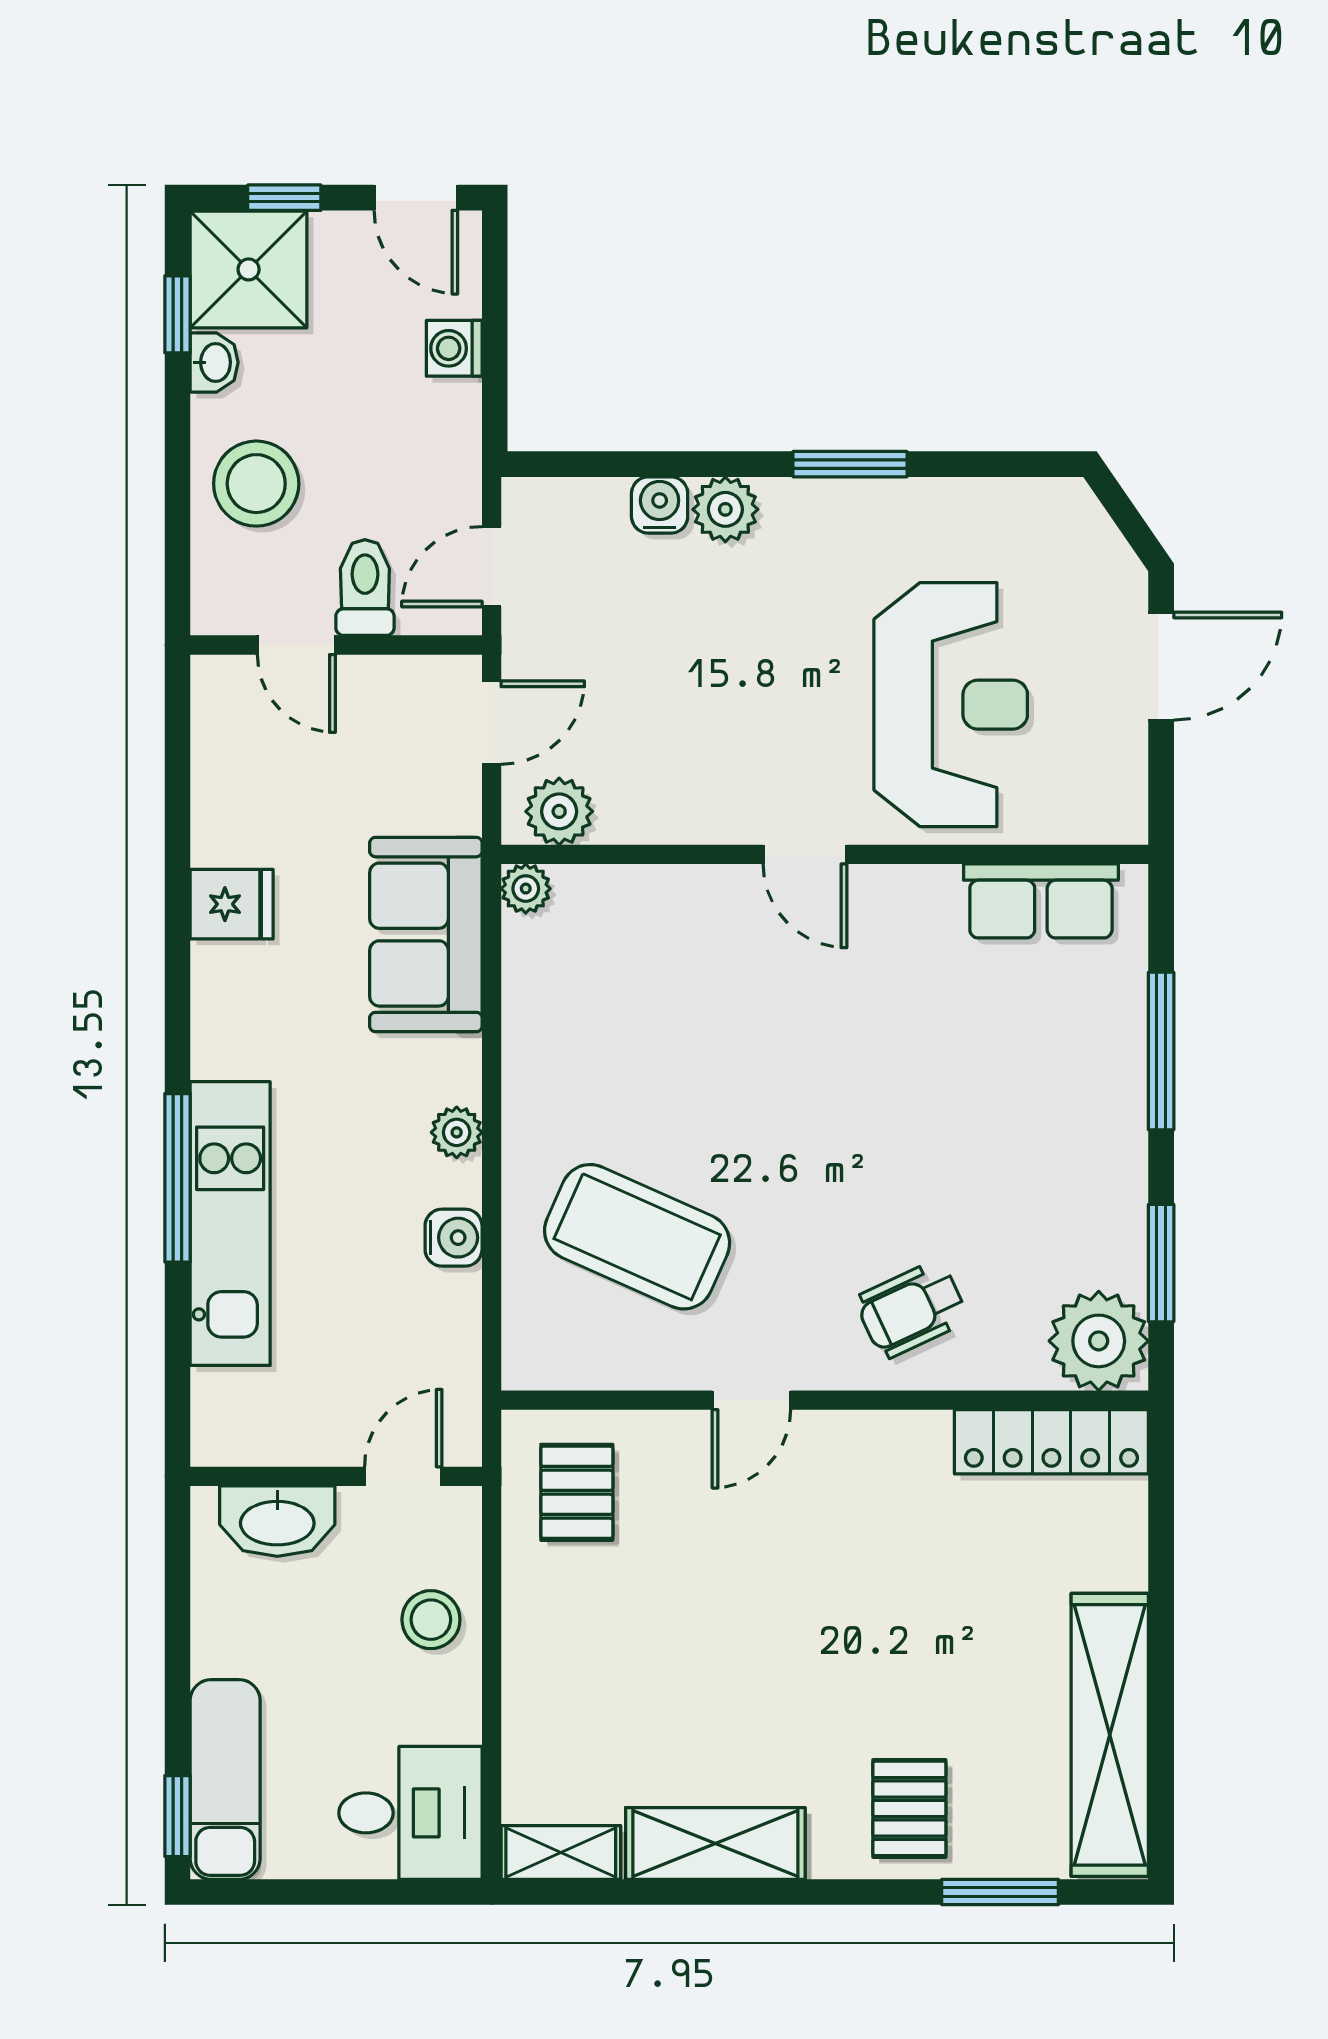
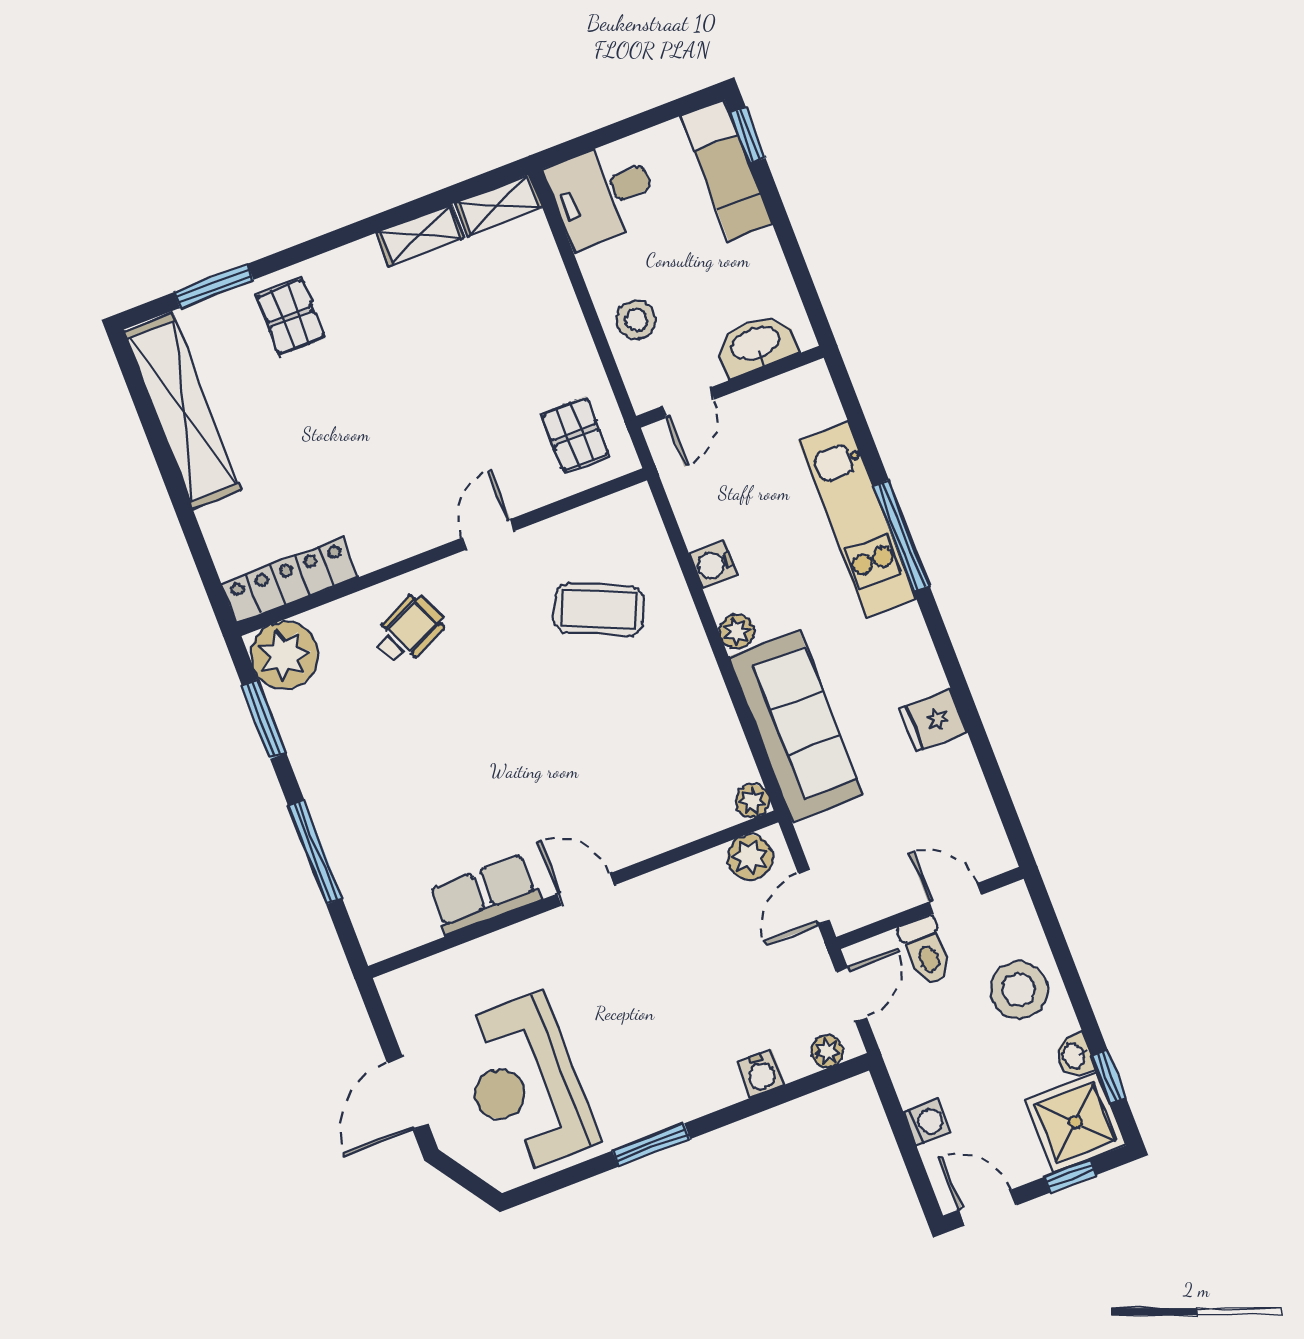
plant: (725, 509) -> (827, 1051), moved, width x0.73, depth x0.73
reception desk: (951, 705) -> (525, 1084), moved
row of seats: (1041, 901) -> (485, 895), moved
sofa: (426, 935) -> (796, 726), width x1.36
coffee table: (637, 1237) -> (599, 609), width x0.73, depth x0.76
shelving: (715, 1843) -> (420, 235), width x0.67, depth x0.75

